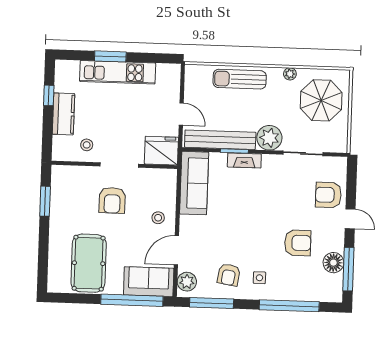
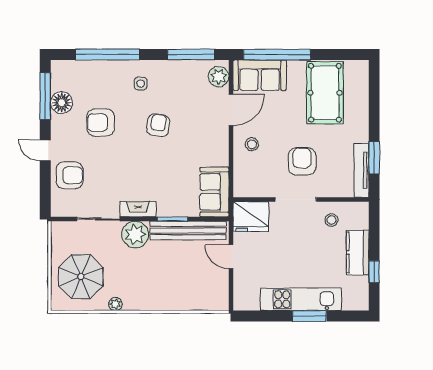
sun lounger: (240, 79) -> (169, 296), removed
fireplace: (244, 160) -> (138, 209), moved
sofa: (194, 183) -> (214, 192), width x0.73
tv unit: (57, 190) -> (361, 170), added
armchair: (229, 275) -> (158, 125), moved

